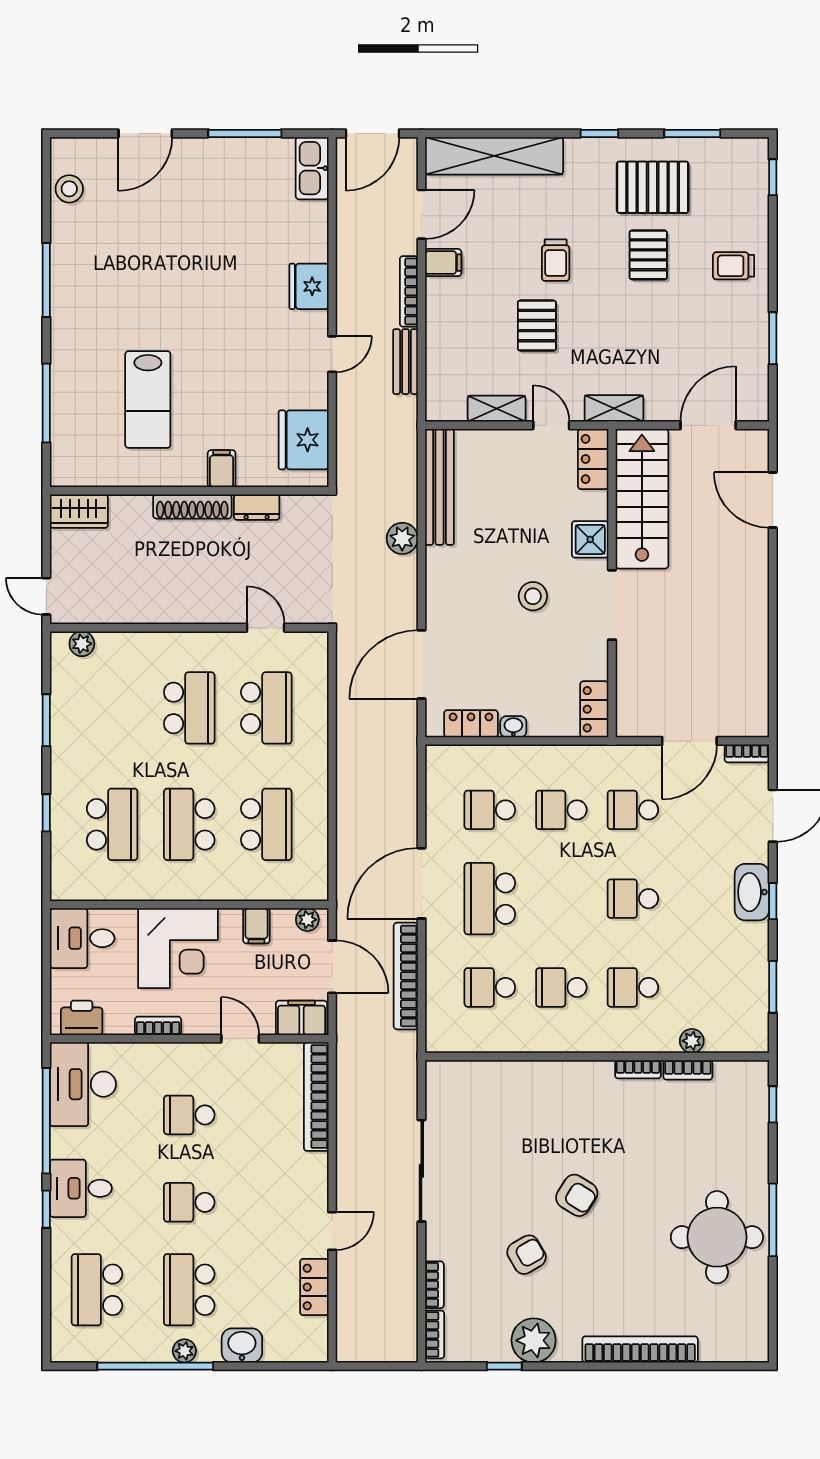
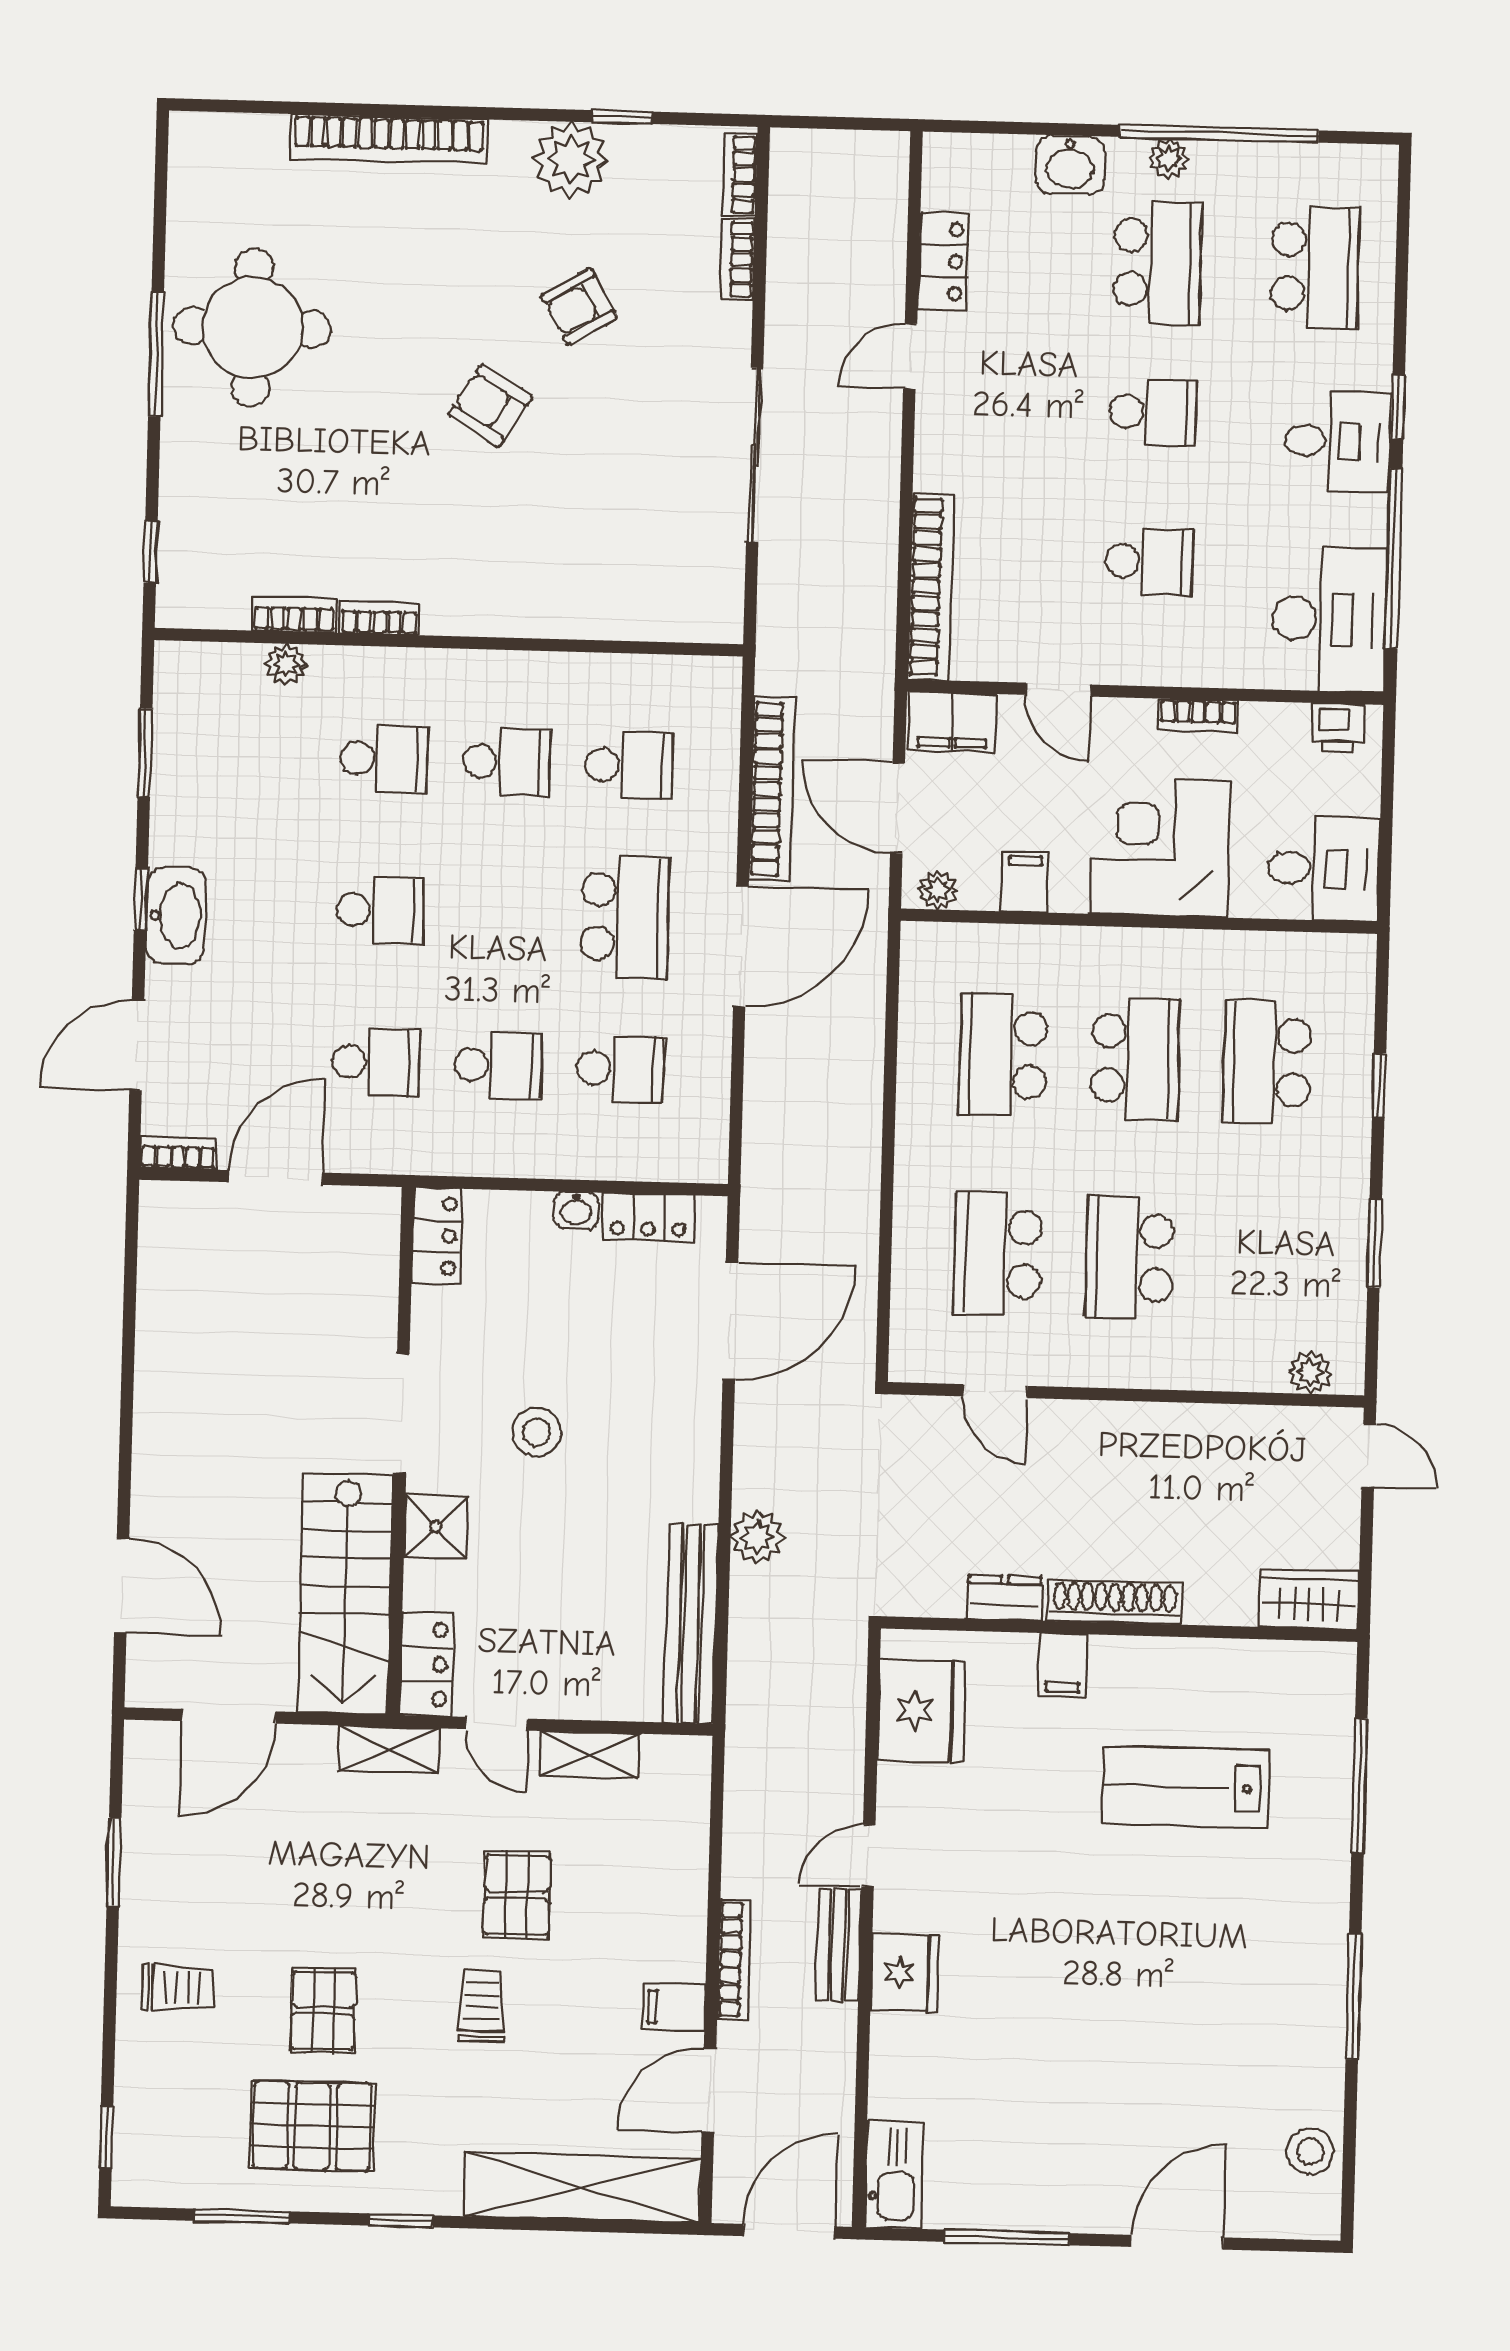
bench: (405, 362) -> (838, 1945), moved
lab bench: (148, 400) -> (1186, 1787), turned -90
printer: (82, 1018) -> (1338, 727), width x0.73, depth x0.81

